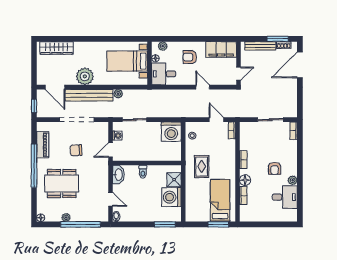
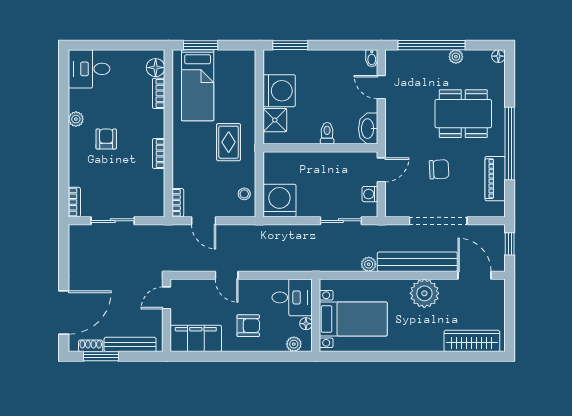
floor lamp: (245, 180) -> (156, 68), moved
desk: (285, 197) -> (89, 69), moved

